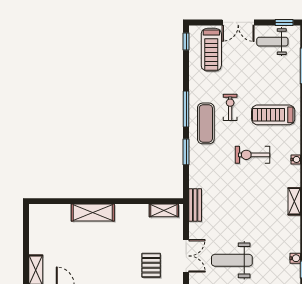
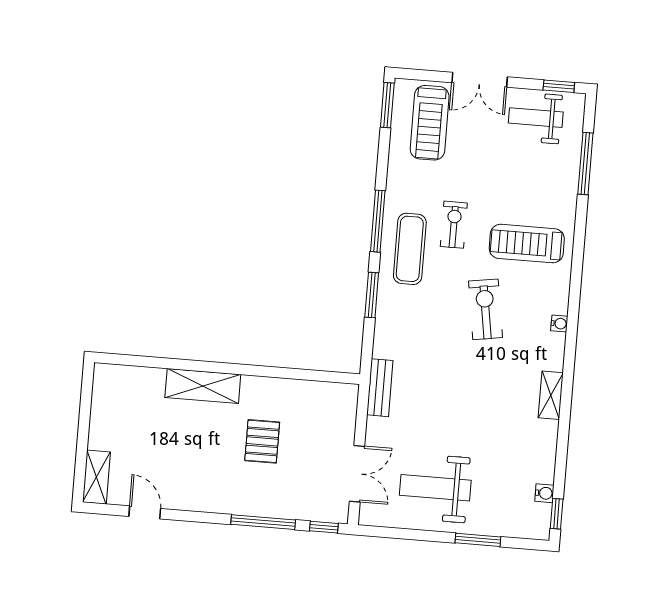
window: (186, 41) -> (387, 105), width x1.50
exercise bike: (252, 155) -> (485, 309), turned 81
shelving: (164, 210) -> (325, 393), removed
pallet: (151, 265) -> (262, 441), moved

